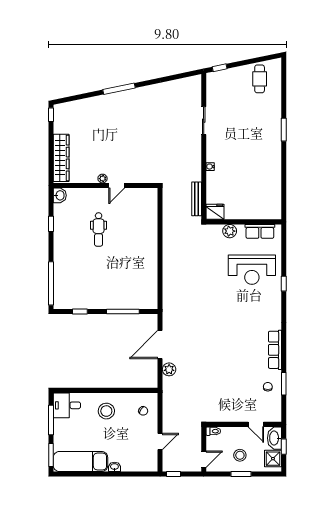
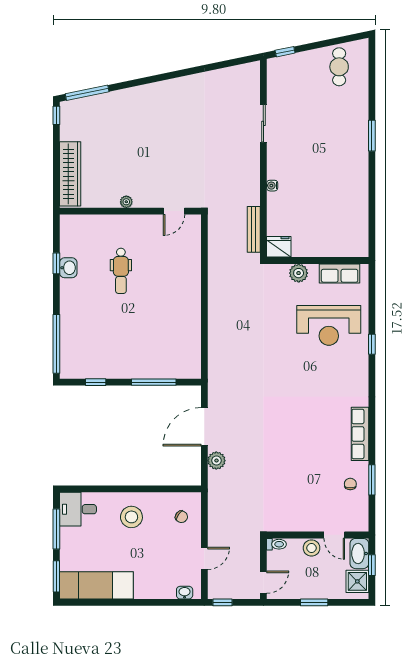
window: (119, 89) -> (87, 93), moved
door: (117, 185) -> (174, 211), moved
washbasin: (60, 195) -> (68, 268), moved
stool: (240, 455) -> (312, 548), moved
washbasin: (114, 467) -> (185, 593), moved

